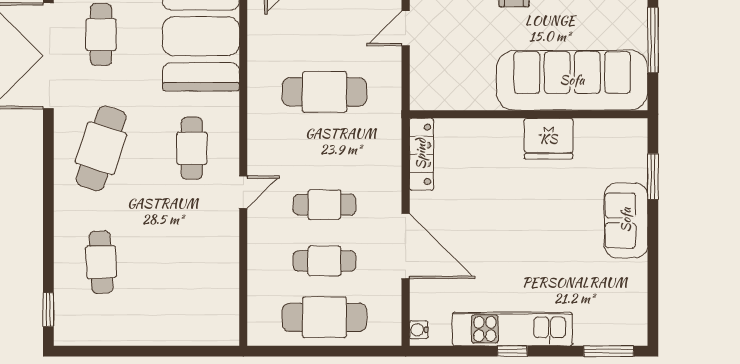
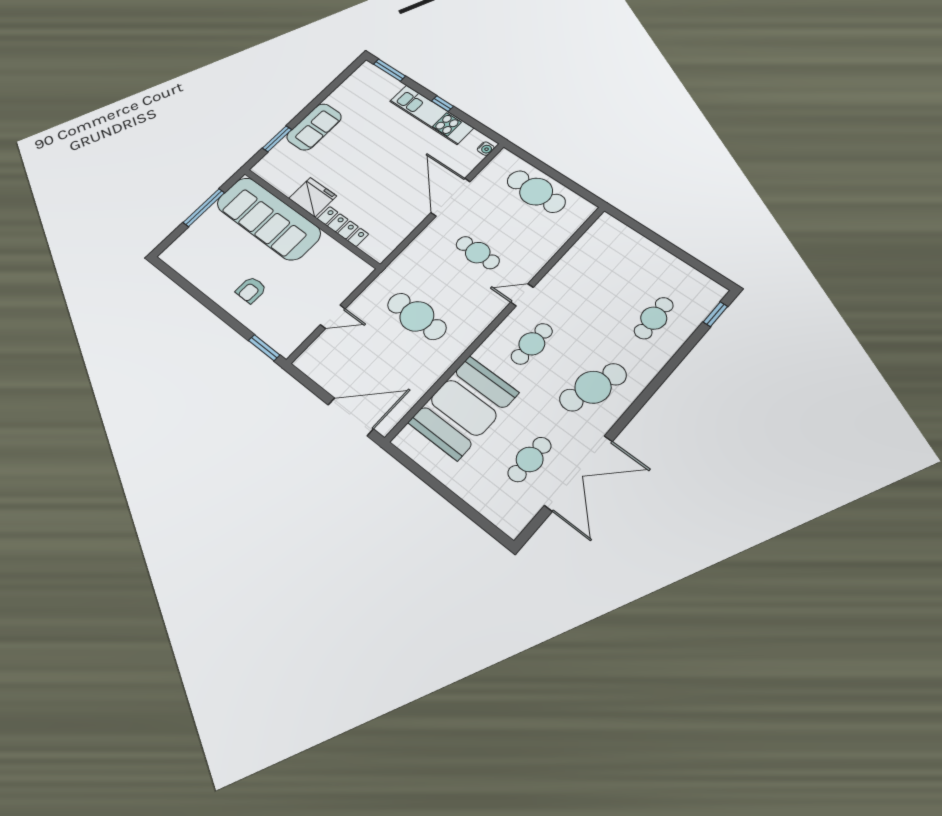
locker: (421, 154) -> (343, 226), moved, turned 90
cafe table: (324, 261) -> (507, 222), removed

